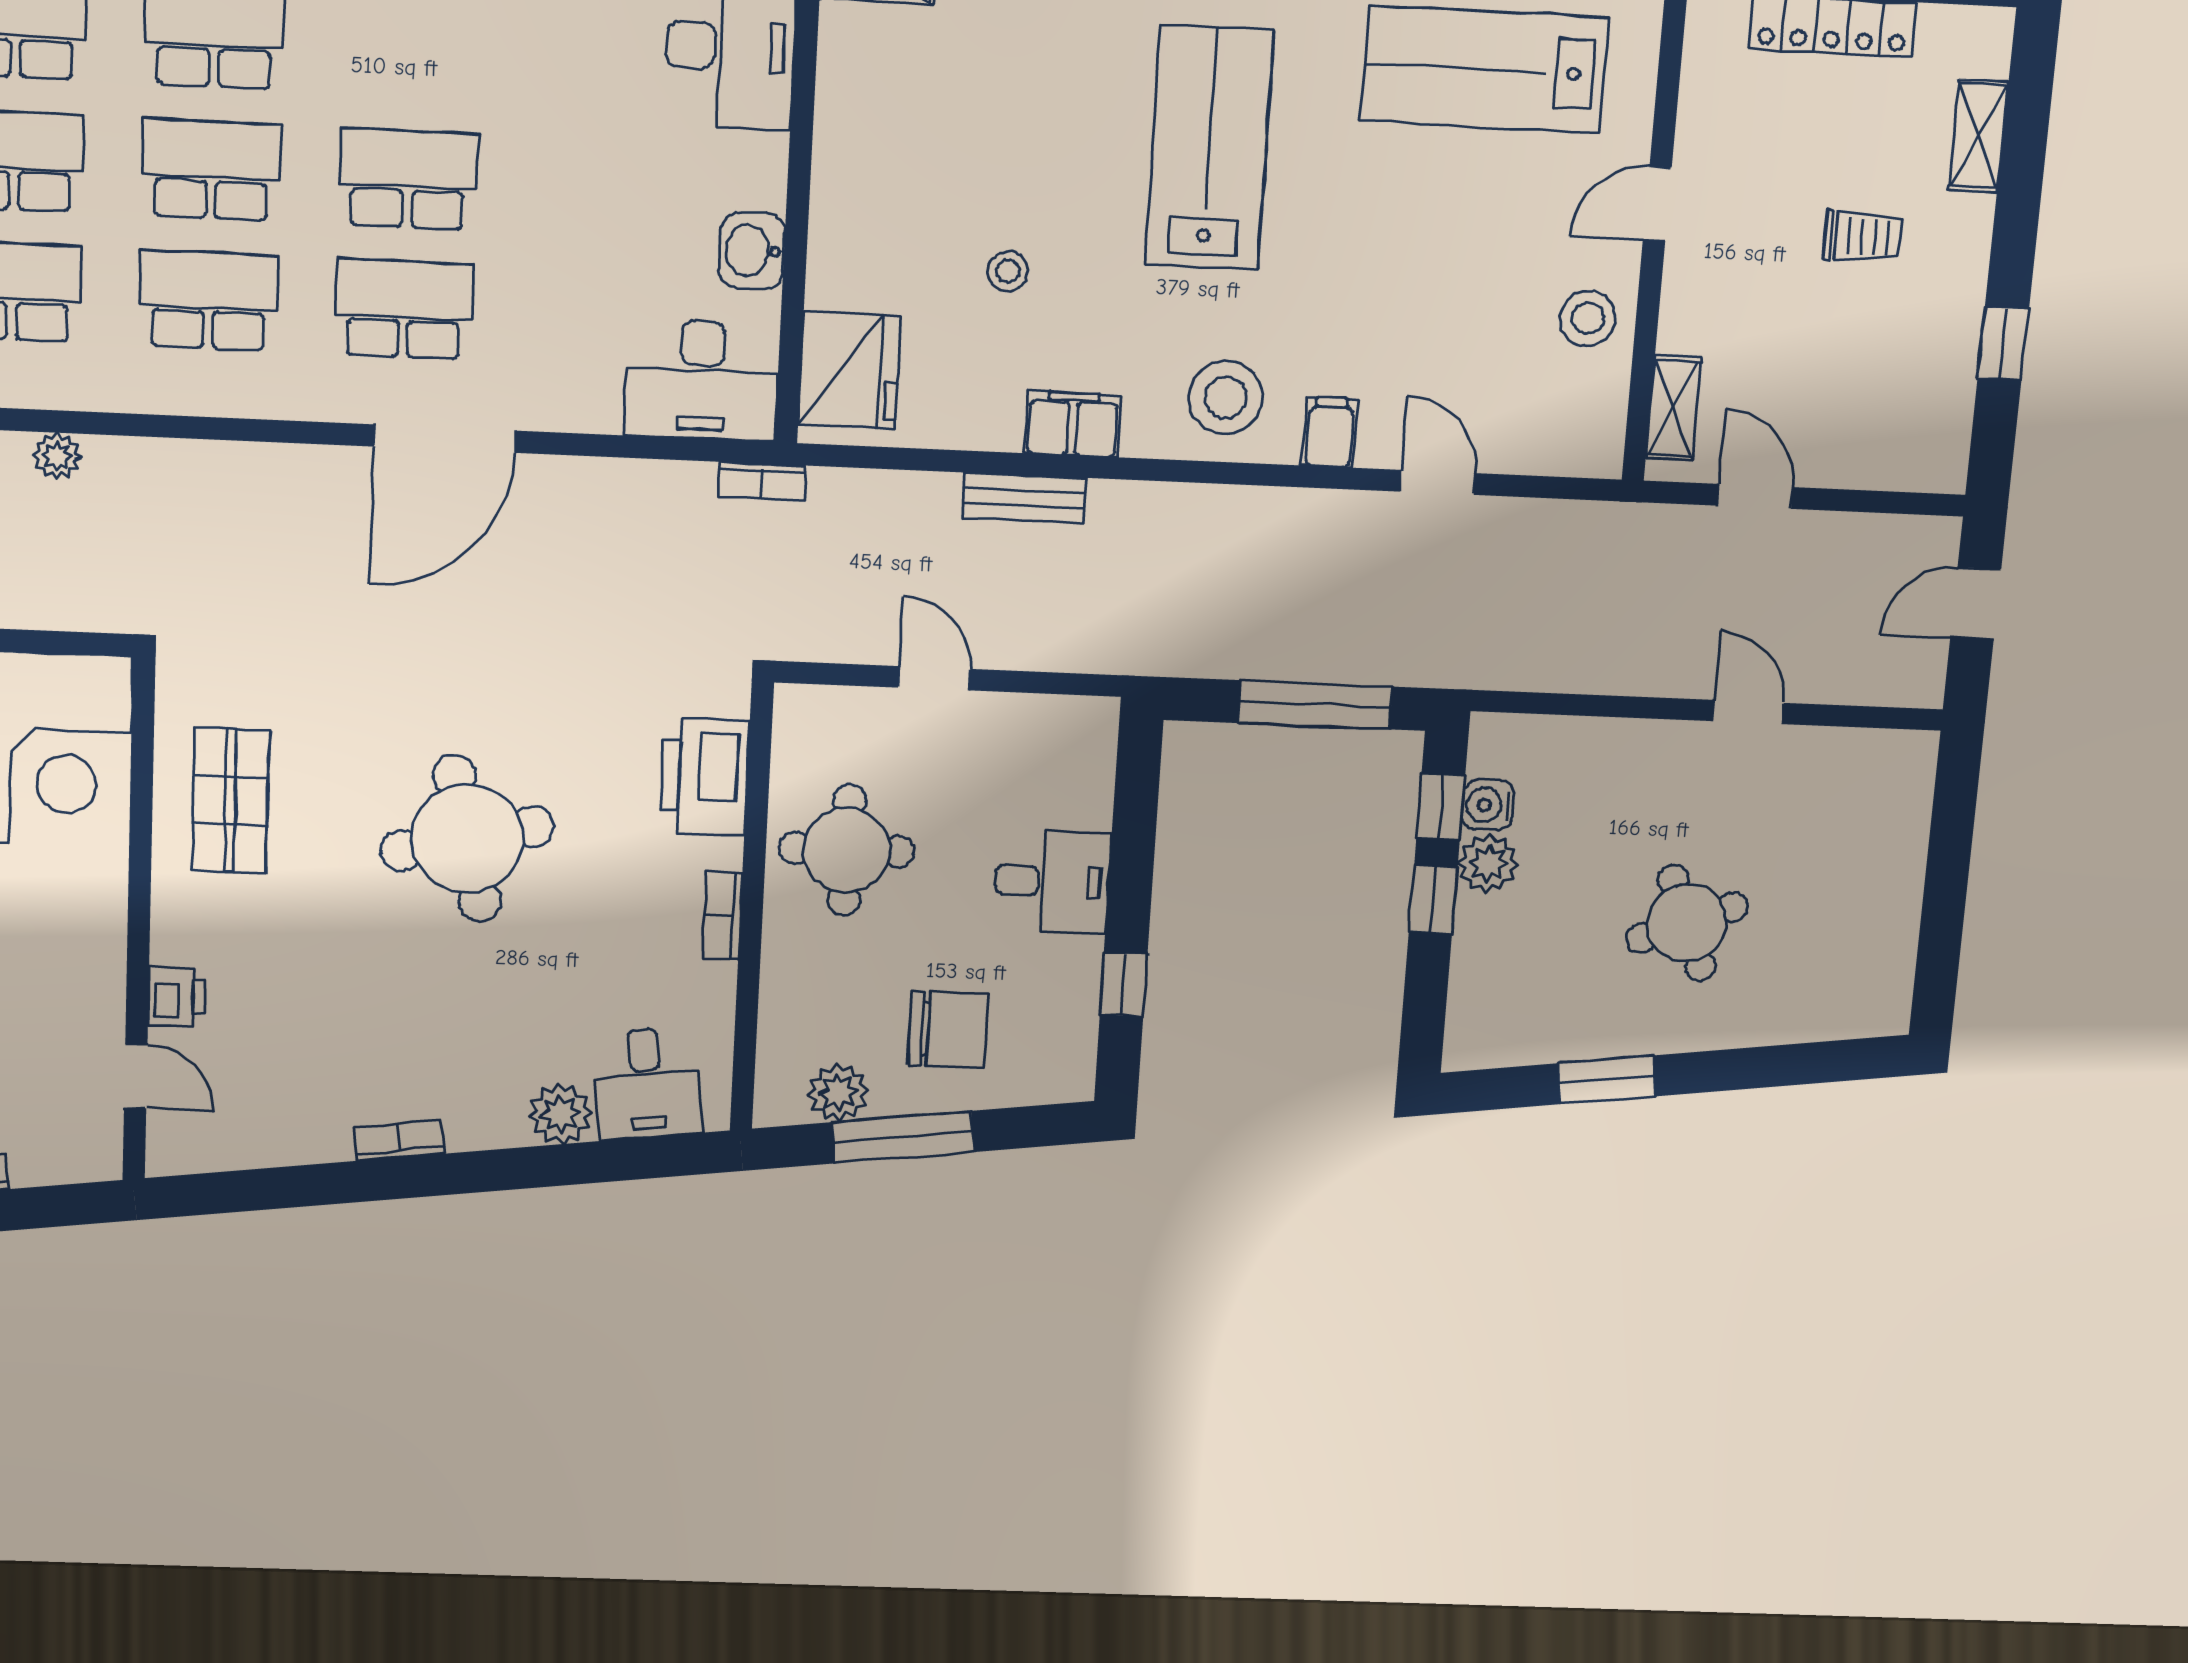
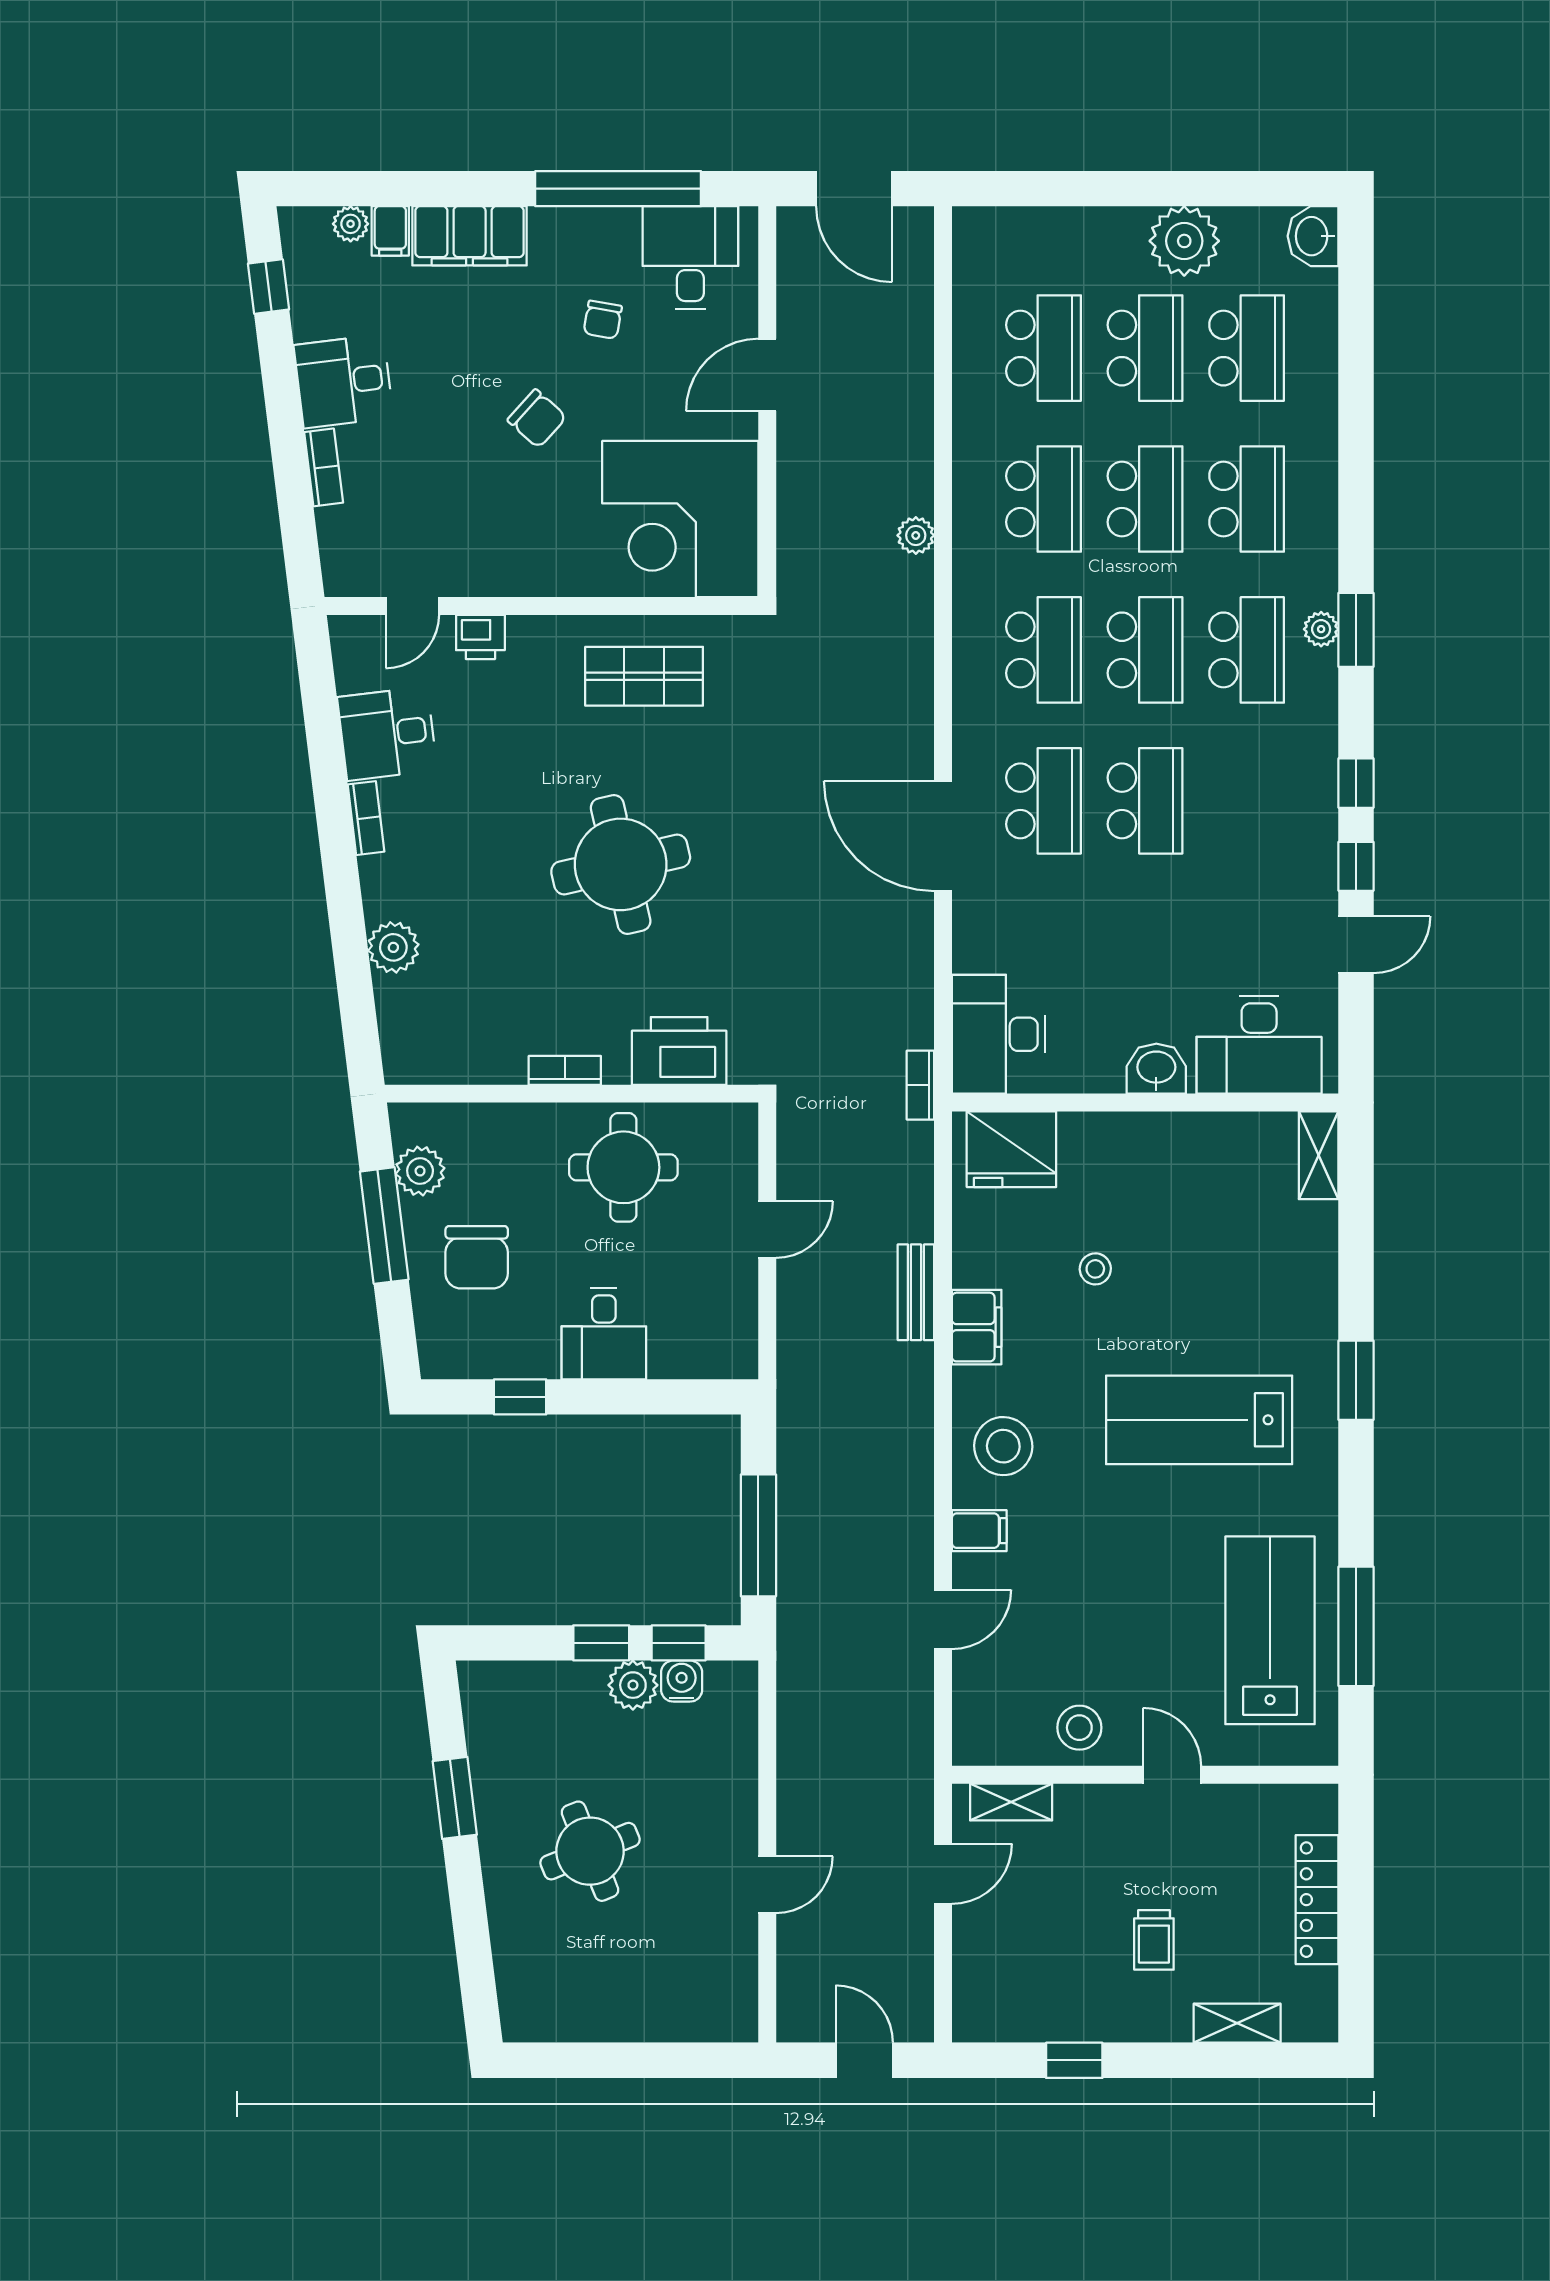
lab bench: (1209, 148) -> (1199, 1420), turned 180
washbasin: (752, 251) -> (1156, 1069), moved
desk: (646, 1083) -> (387, 734), moved

